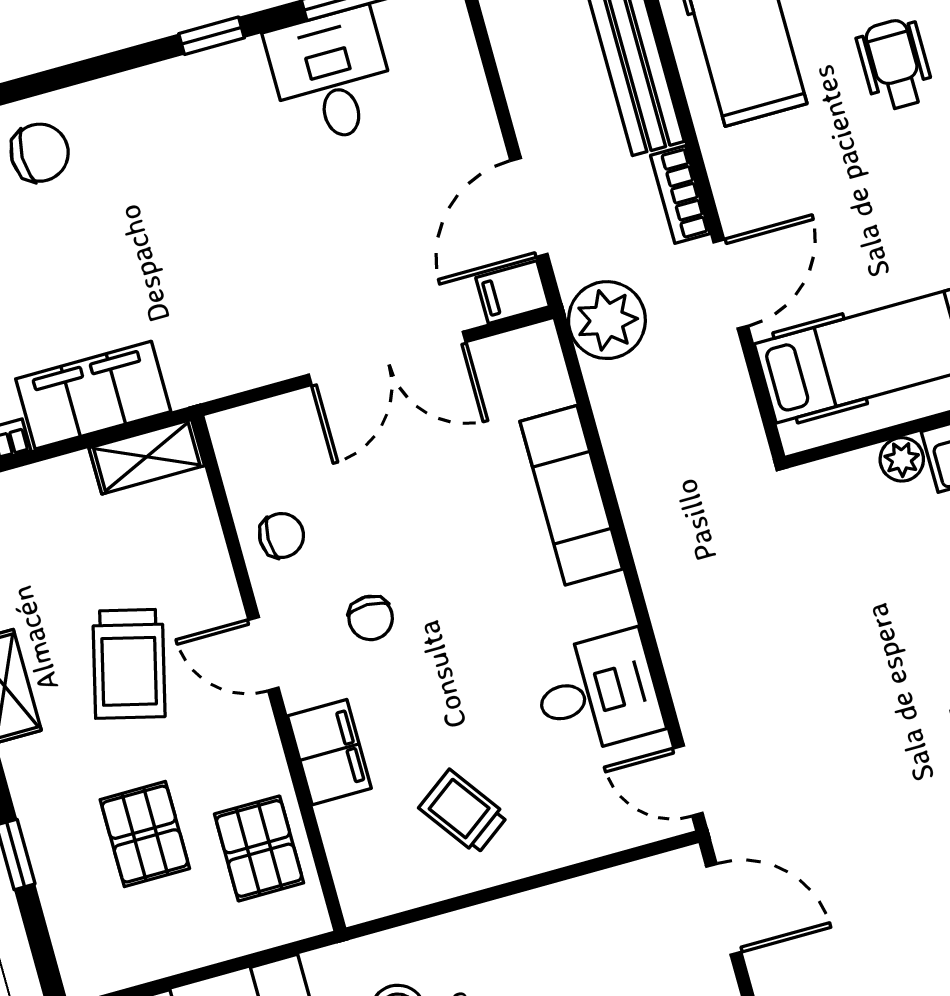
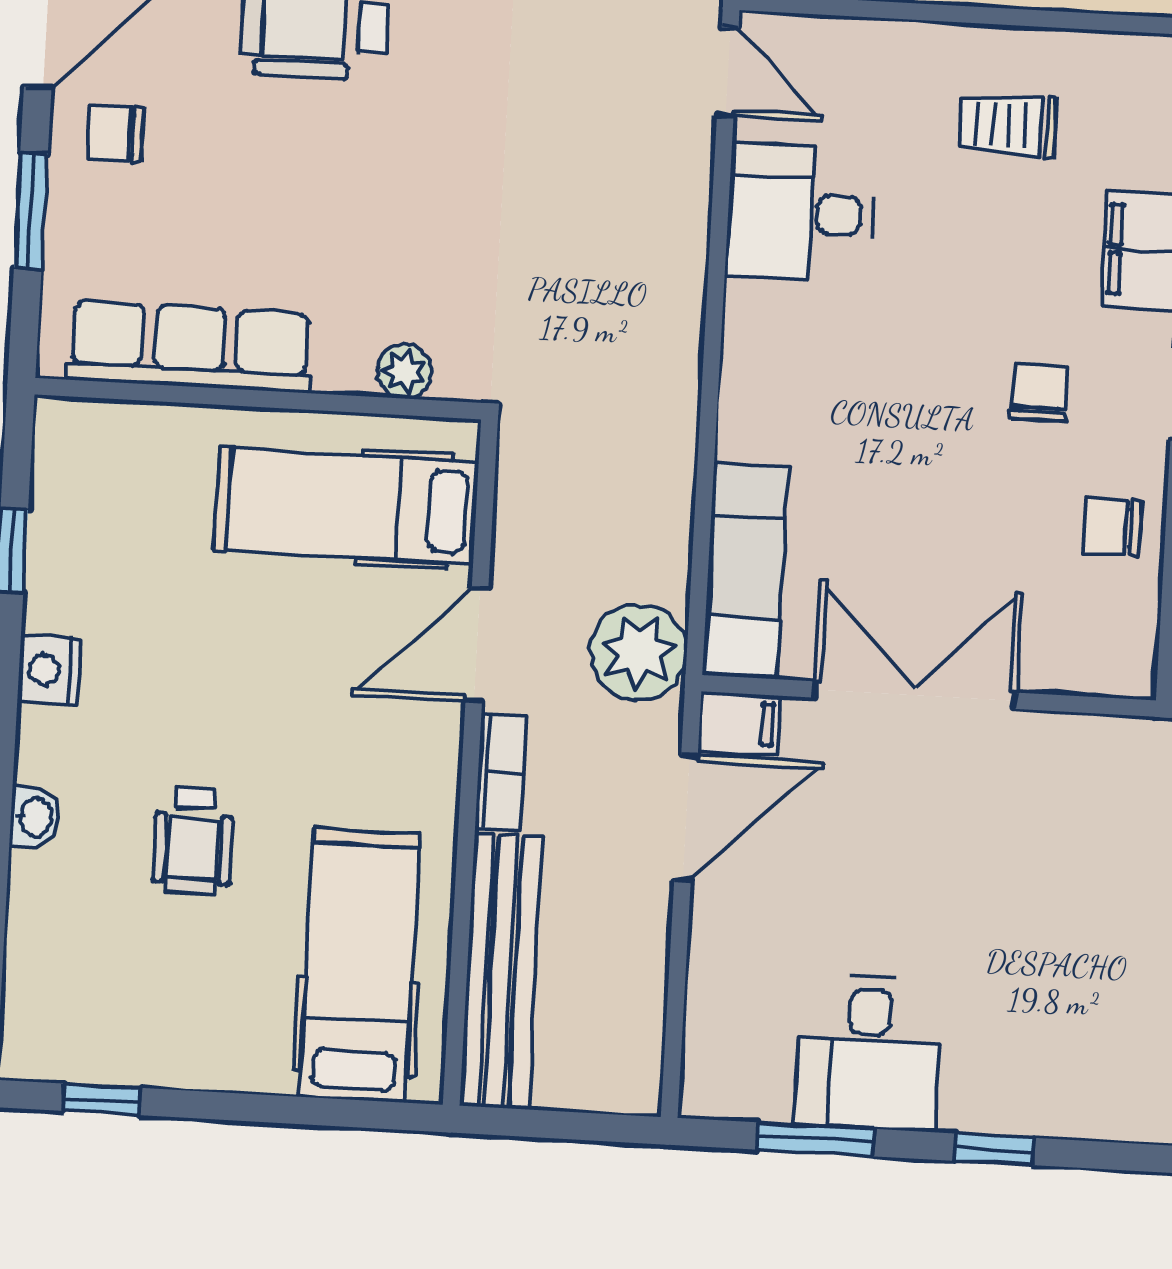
plant: (902, 459) -> (404, 371), moved
exam couch: (571, 495) -> (745, 571), moved
trolley: (463, 812) -> (1007, 125), turned 126

